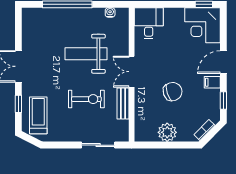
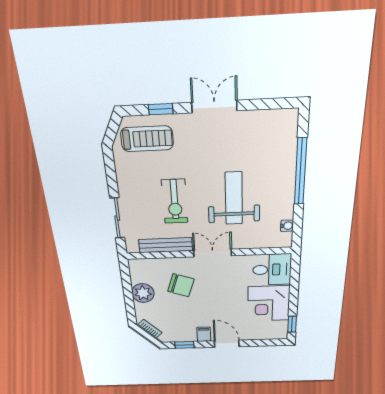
corner desk: (202, 25) -> (269, 304), moved, turned -90
chair: (173, 92) -> (181, 285), moved, turned -52
bench: (123, 103) -> (166, 245), width x1.36

